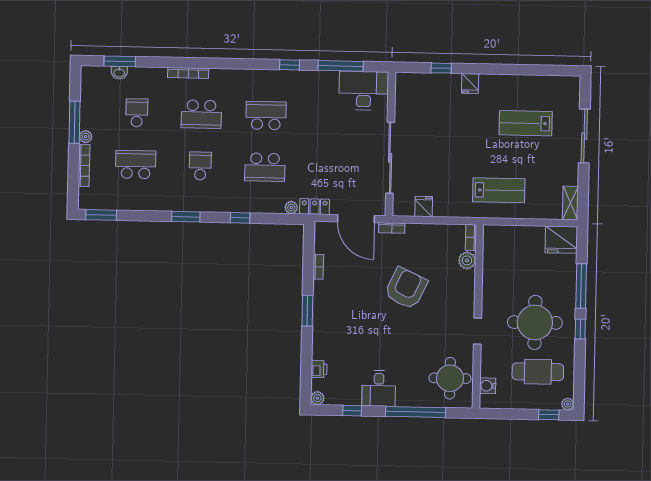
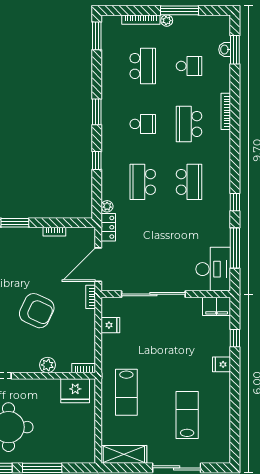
filing cabinet: (405, 88) -> (217, 306), added
shelving: (570, 203) -> (124, 454), width x1.50, depth x1.33
fridge: (561, 240) -> (75, 391), moved, turned -90
plant: (467, 260) -> (47, 365), moved

